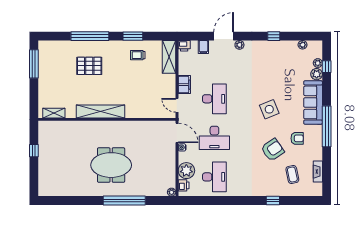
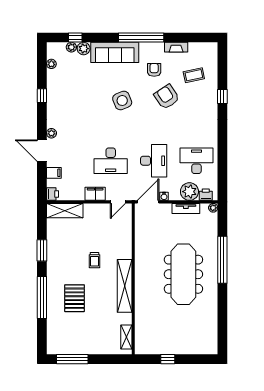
trolley: (138, 55) -> (94, 260), moved
desk: (214, 99) -> (111, 161), turned 180
meeting table: (111, 165) -> (183, 274), width x1.36
tv unit: (171, 167) -> (186, 208), added
fireplace: (318, 172) -> (176, 47), moved

